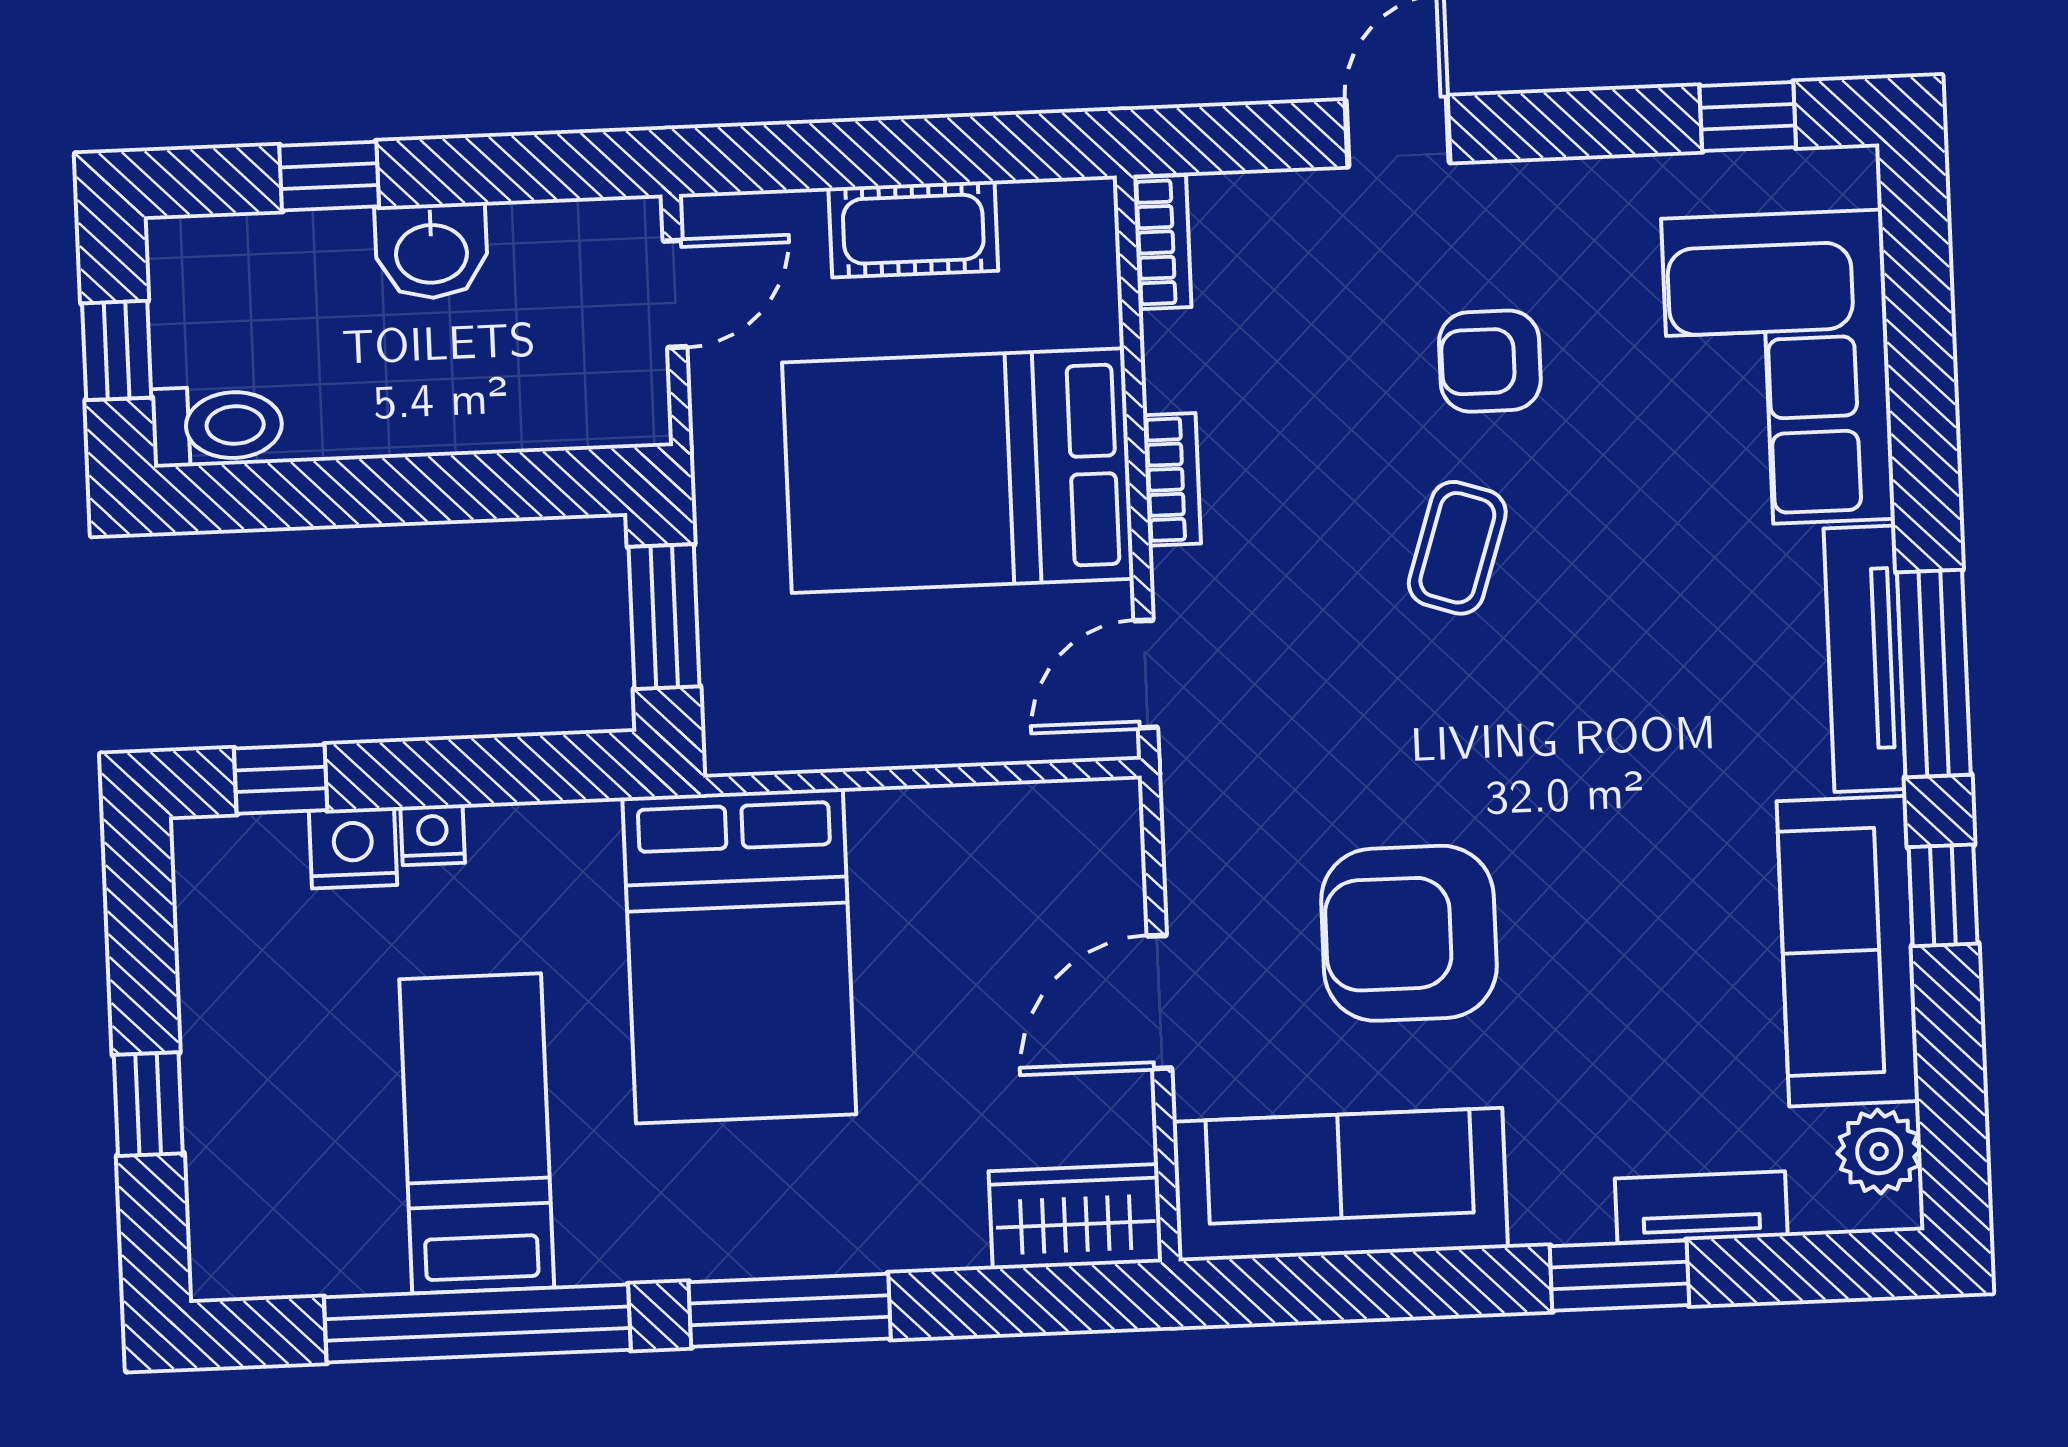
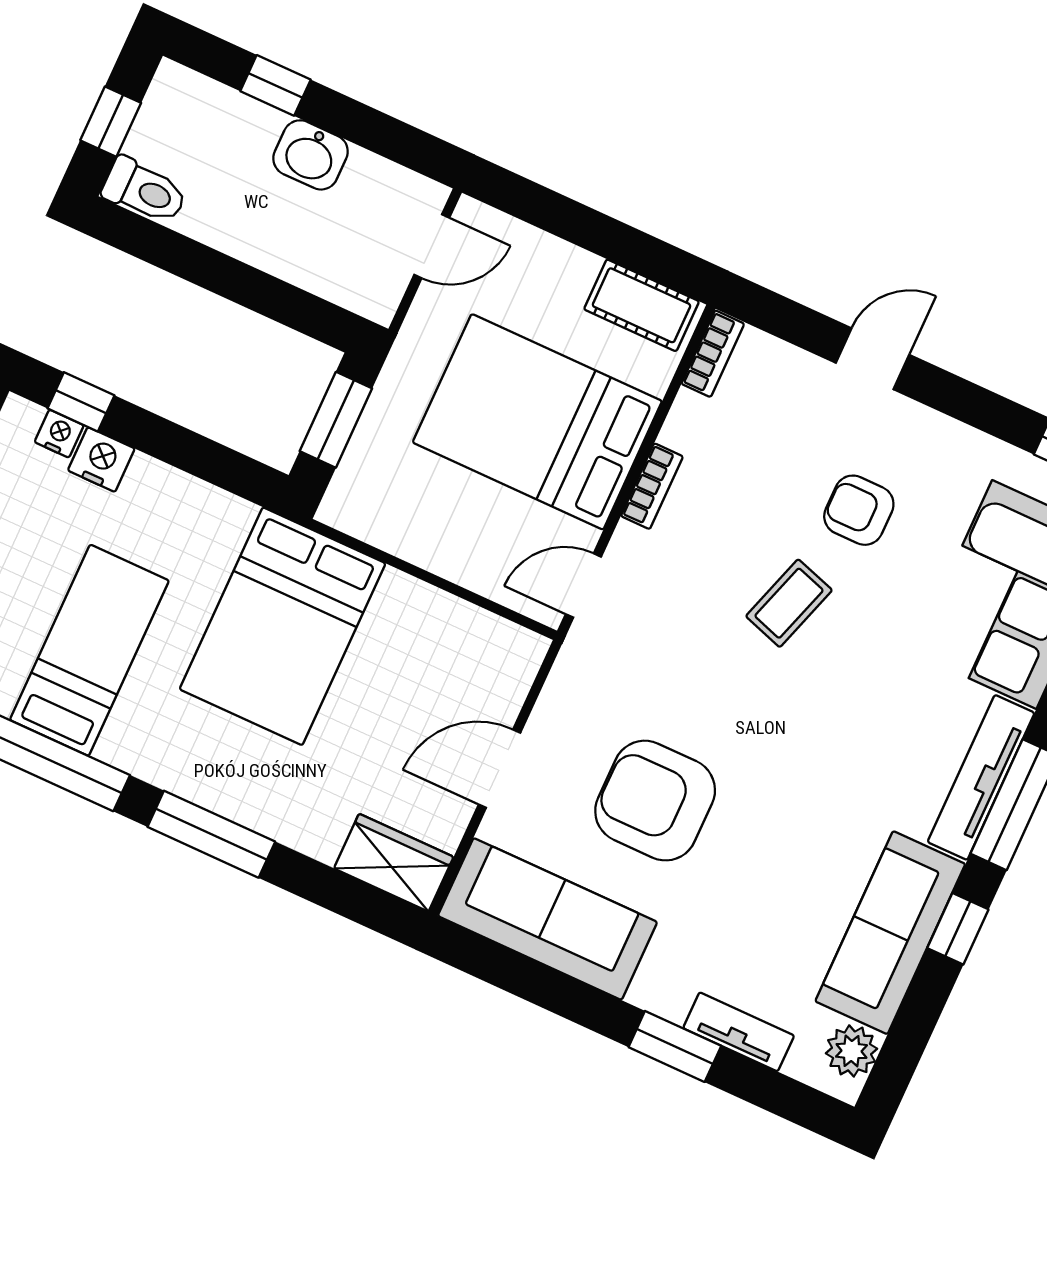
cot: (913, 229) -> (641, 305), moved
nightstand: (433, 835) -> (59, 434), moved

